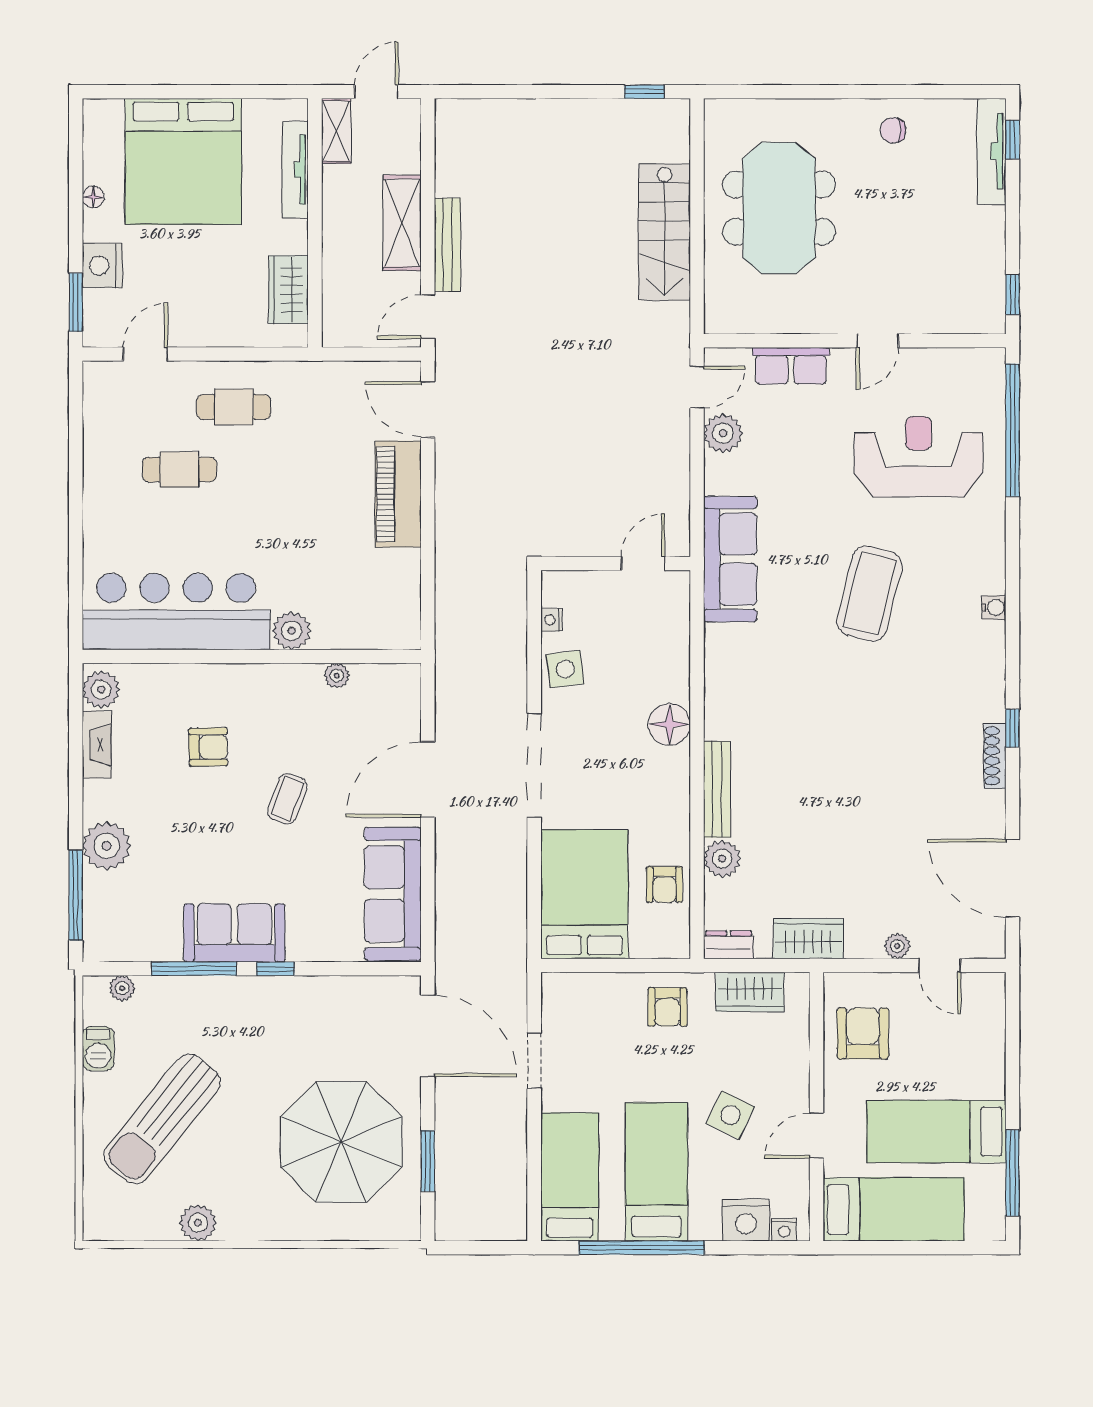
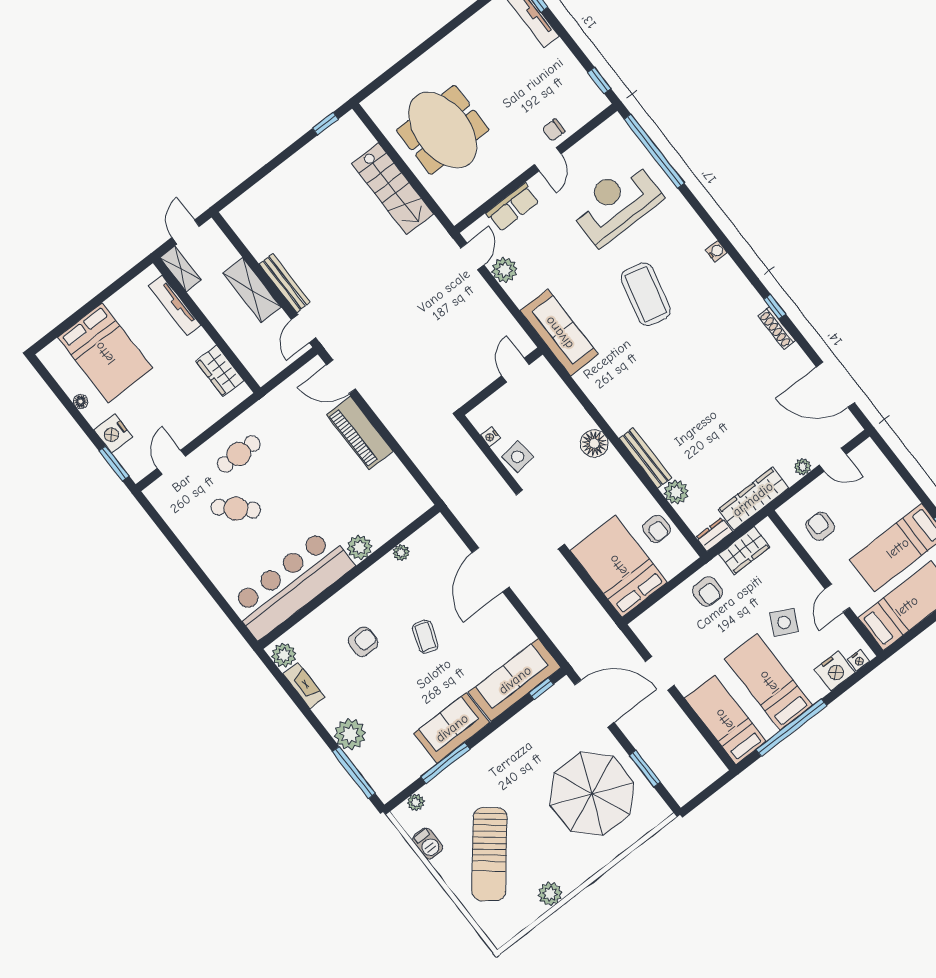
chair: (893, 130) -> (554, 130), moved
bed: (183, 161) -> (105, 353), width x0.73
cafe table: (180, 470) -> (236, 509), turned 43
sofa: (393, 894) -> (515, 680), moved, turned 90
wardrobe: (808, 939) -> (753, 499), width x1.50
window: (275, 969) -> (541, 689), moved
armchair: (863, 1033) -> (820, 526), width x0.72, depth x0.72

